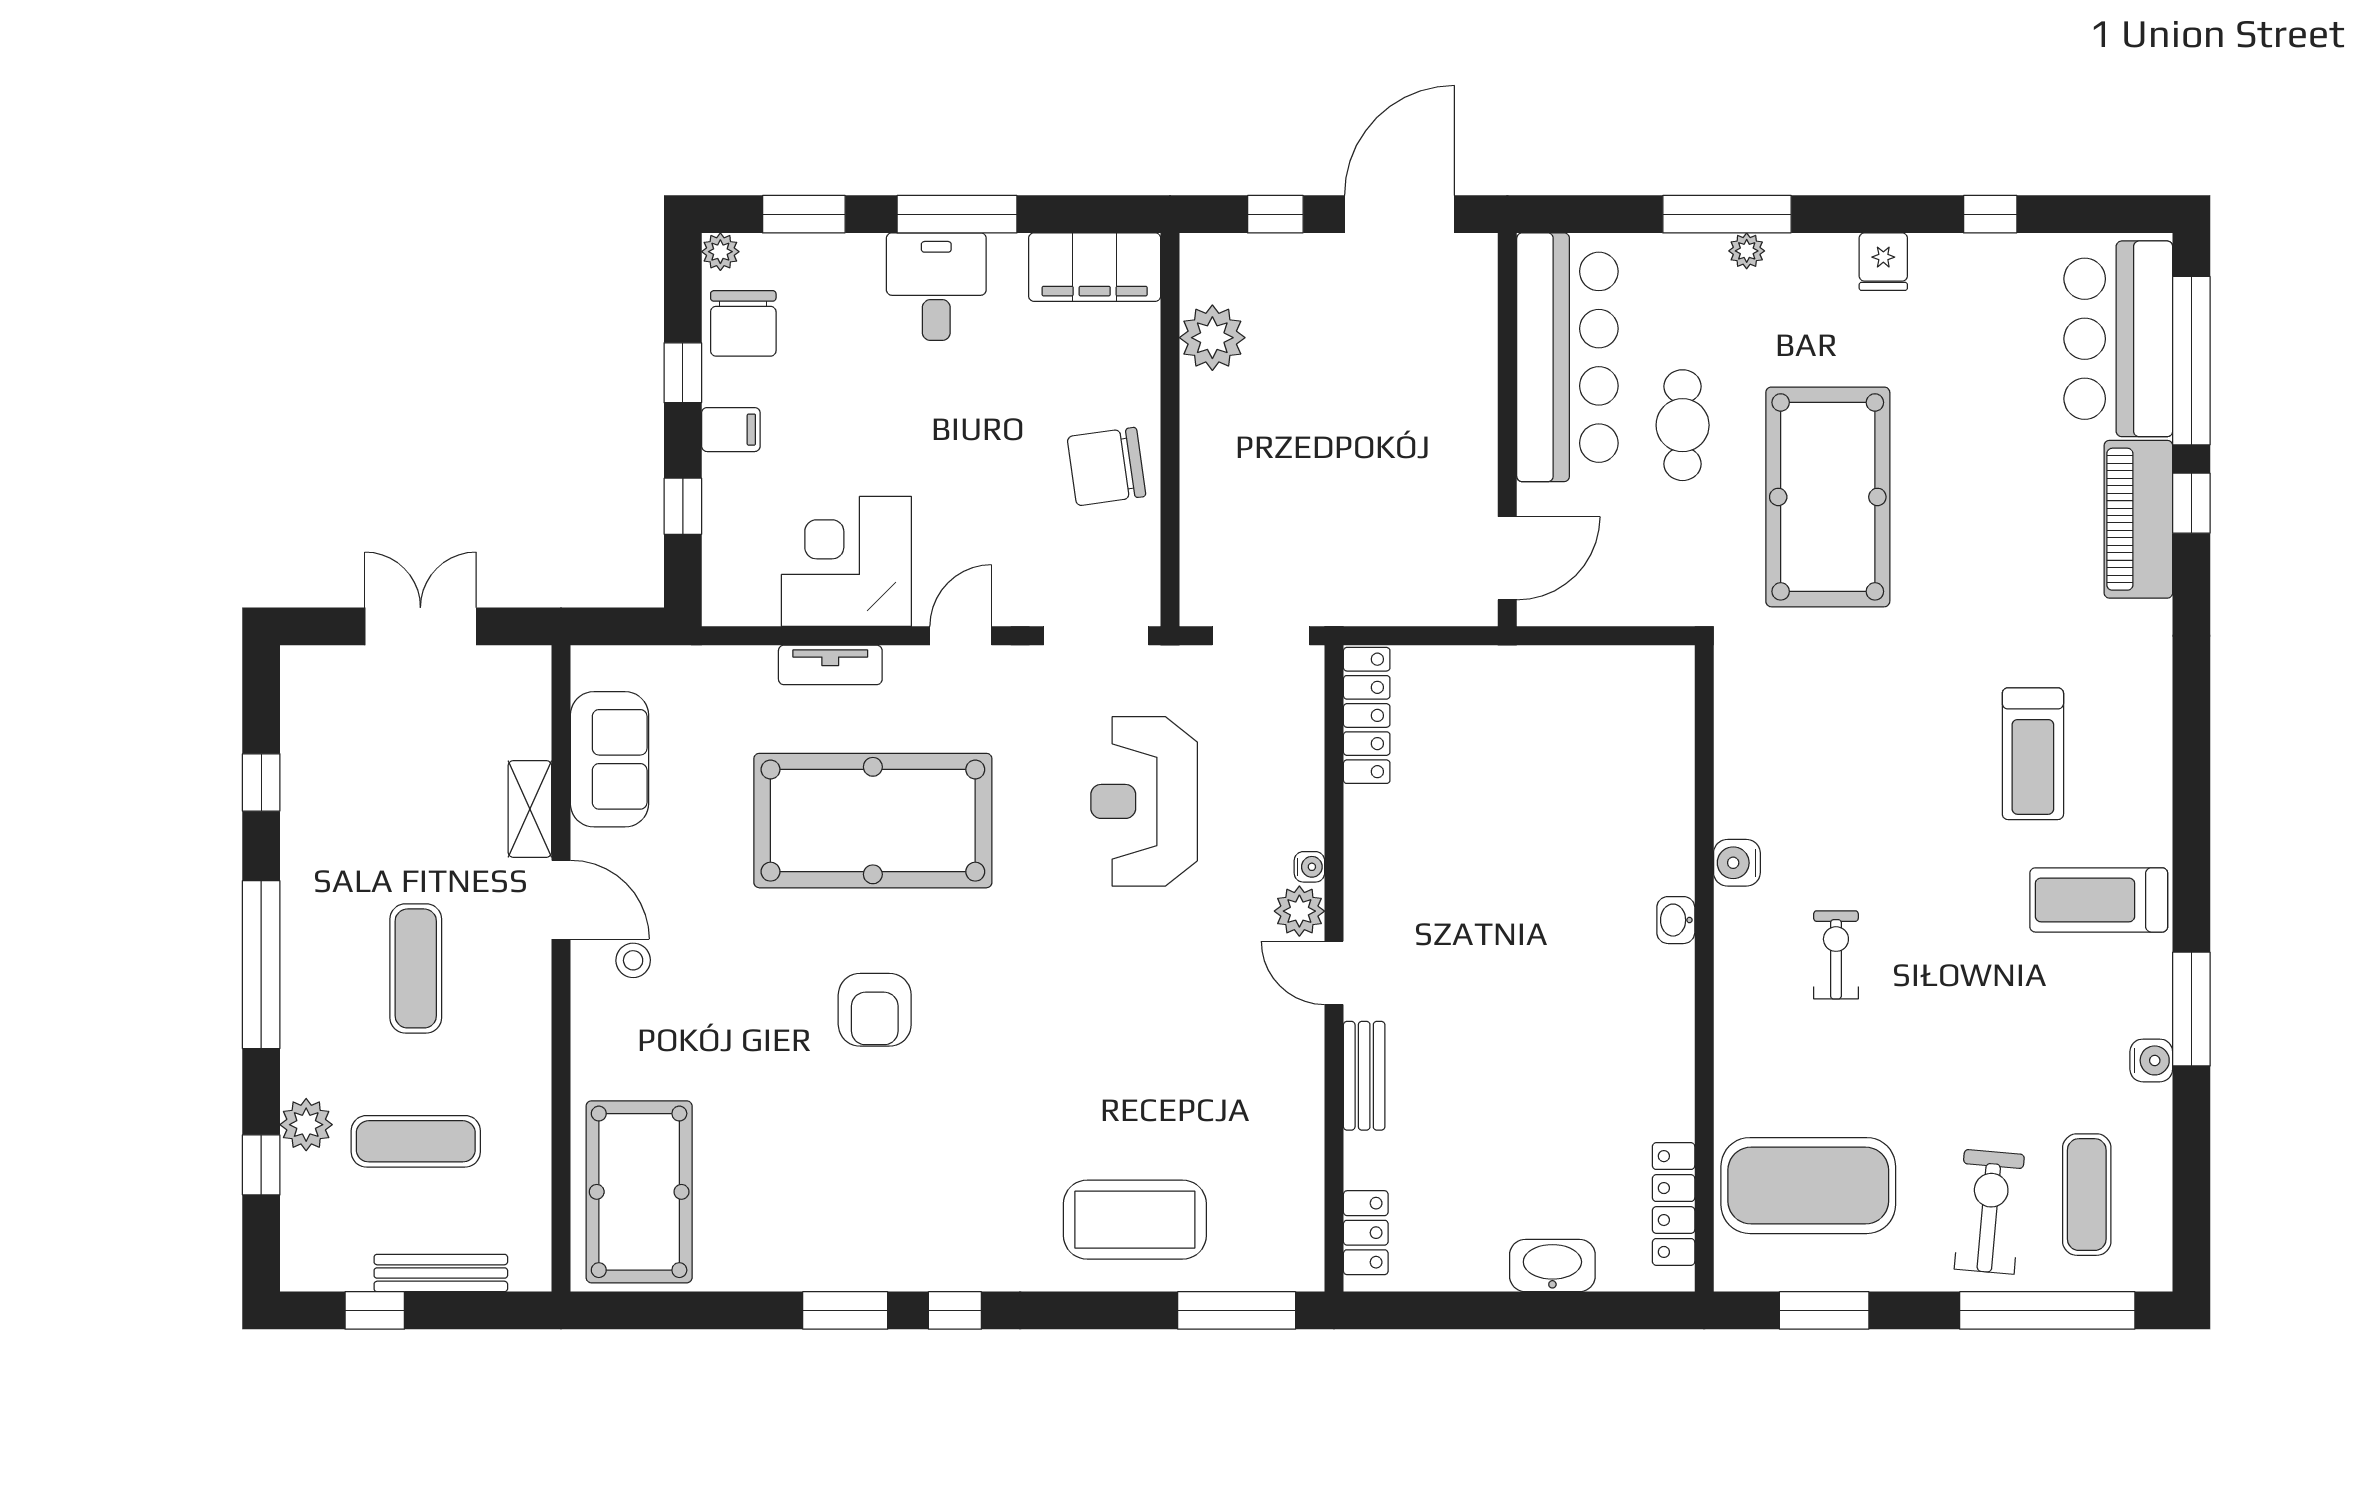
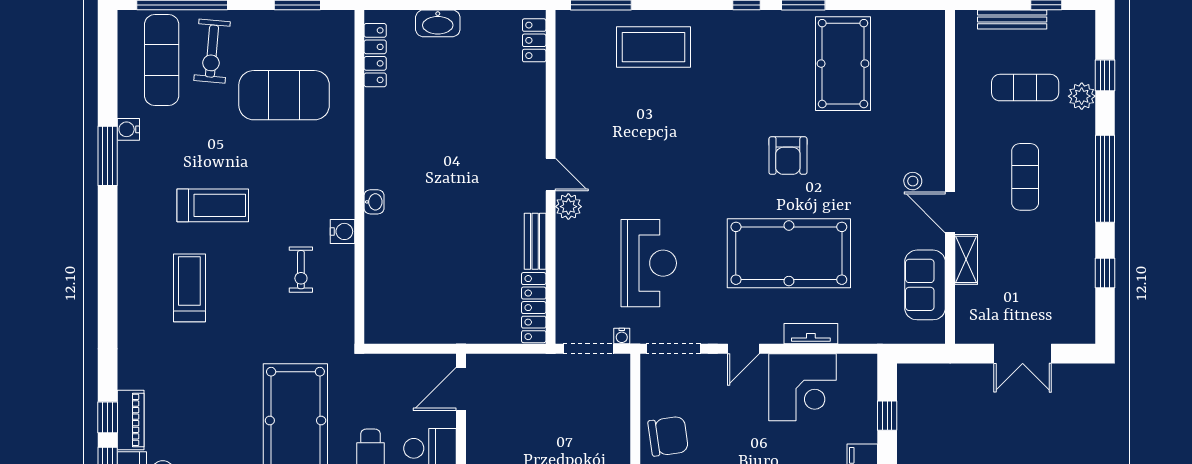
piano: (2138, 519) -> (131, 420), width x0.73, depth x0.75
water cooler: (1309, 867) -> (622, 336), moved, turned -90
treadmill: (2099, 900) -> (213, 205), moved
exercise bike: (1836, 955) -> (301, 270), moved
armchair: (875, 1010) -> (788, 156), turned 180
bench: (1364, 1076) -> (535, 241), moved
exercise mat: (1808, 1186) -> (284, 95), moved
pool table: (639, 1192) -> (843, 64), moved
exercise mat: (2087, 1195) -> (162, 60), width x1.36, depth x1.45

